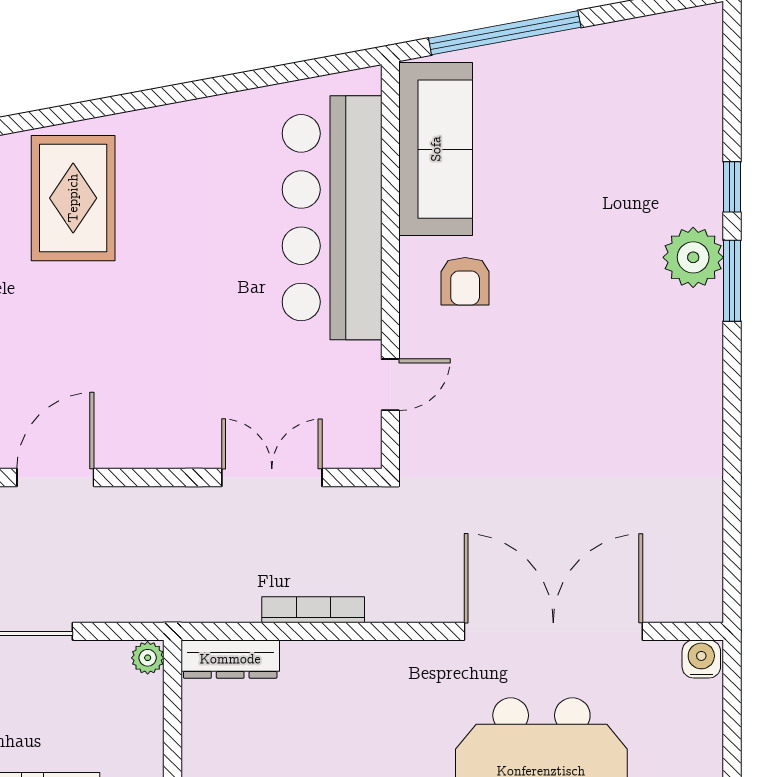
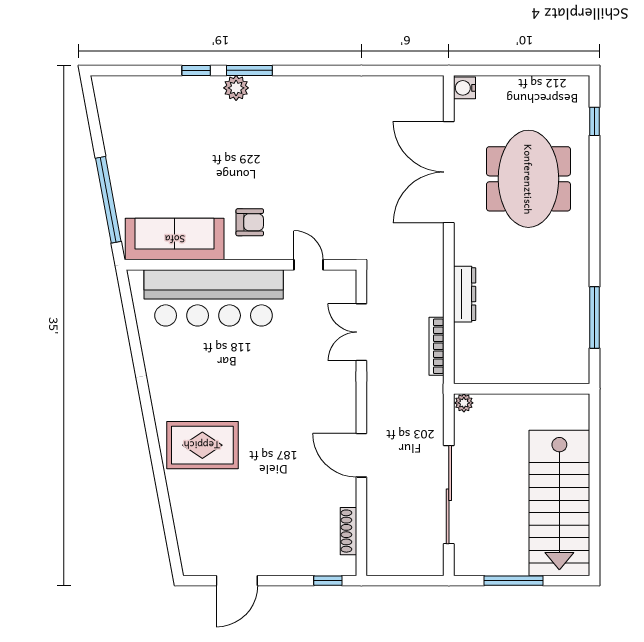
plant: (693, 257) -> (236, 88), width x0.73, depth x0.73
bookcase: (313, 610) -> (437, 346), moved
dresser: (230, 659) -> (465, 294), moved

